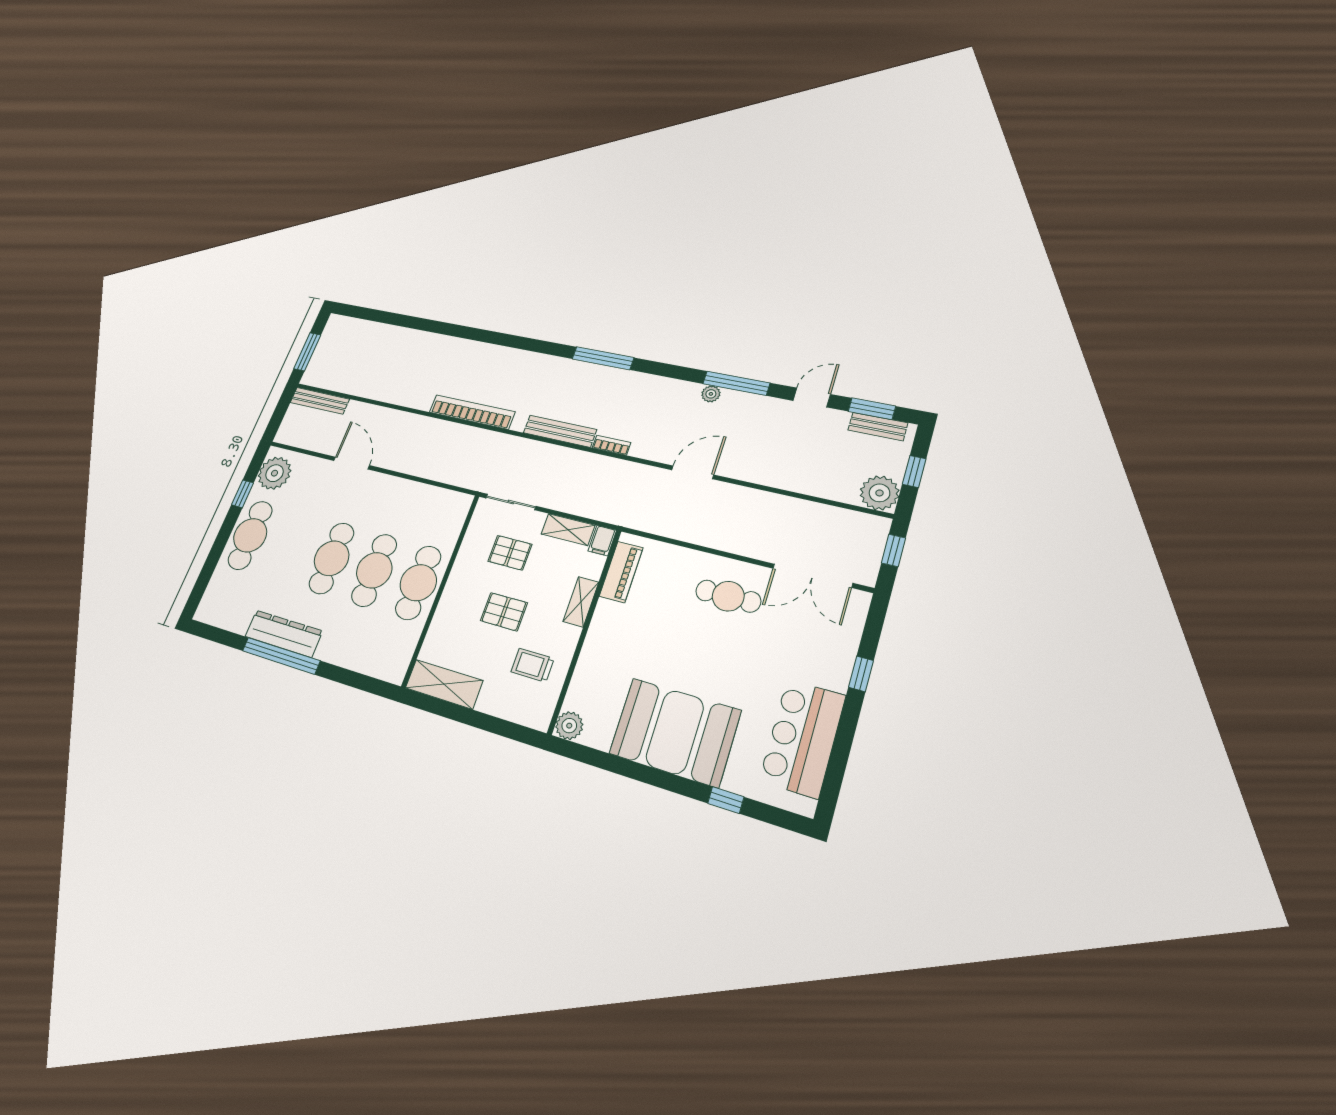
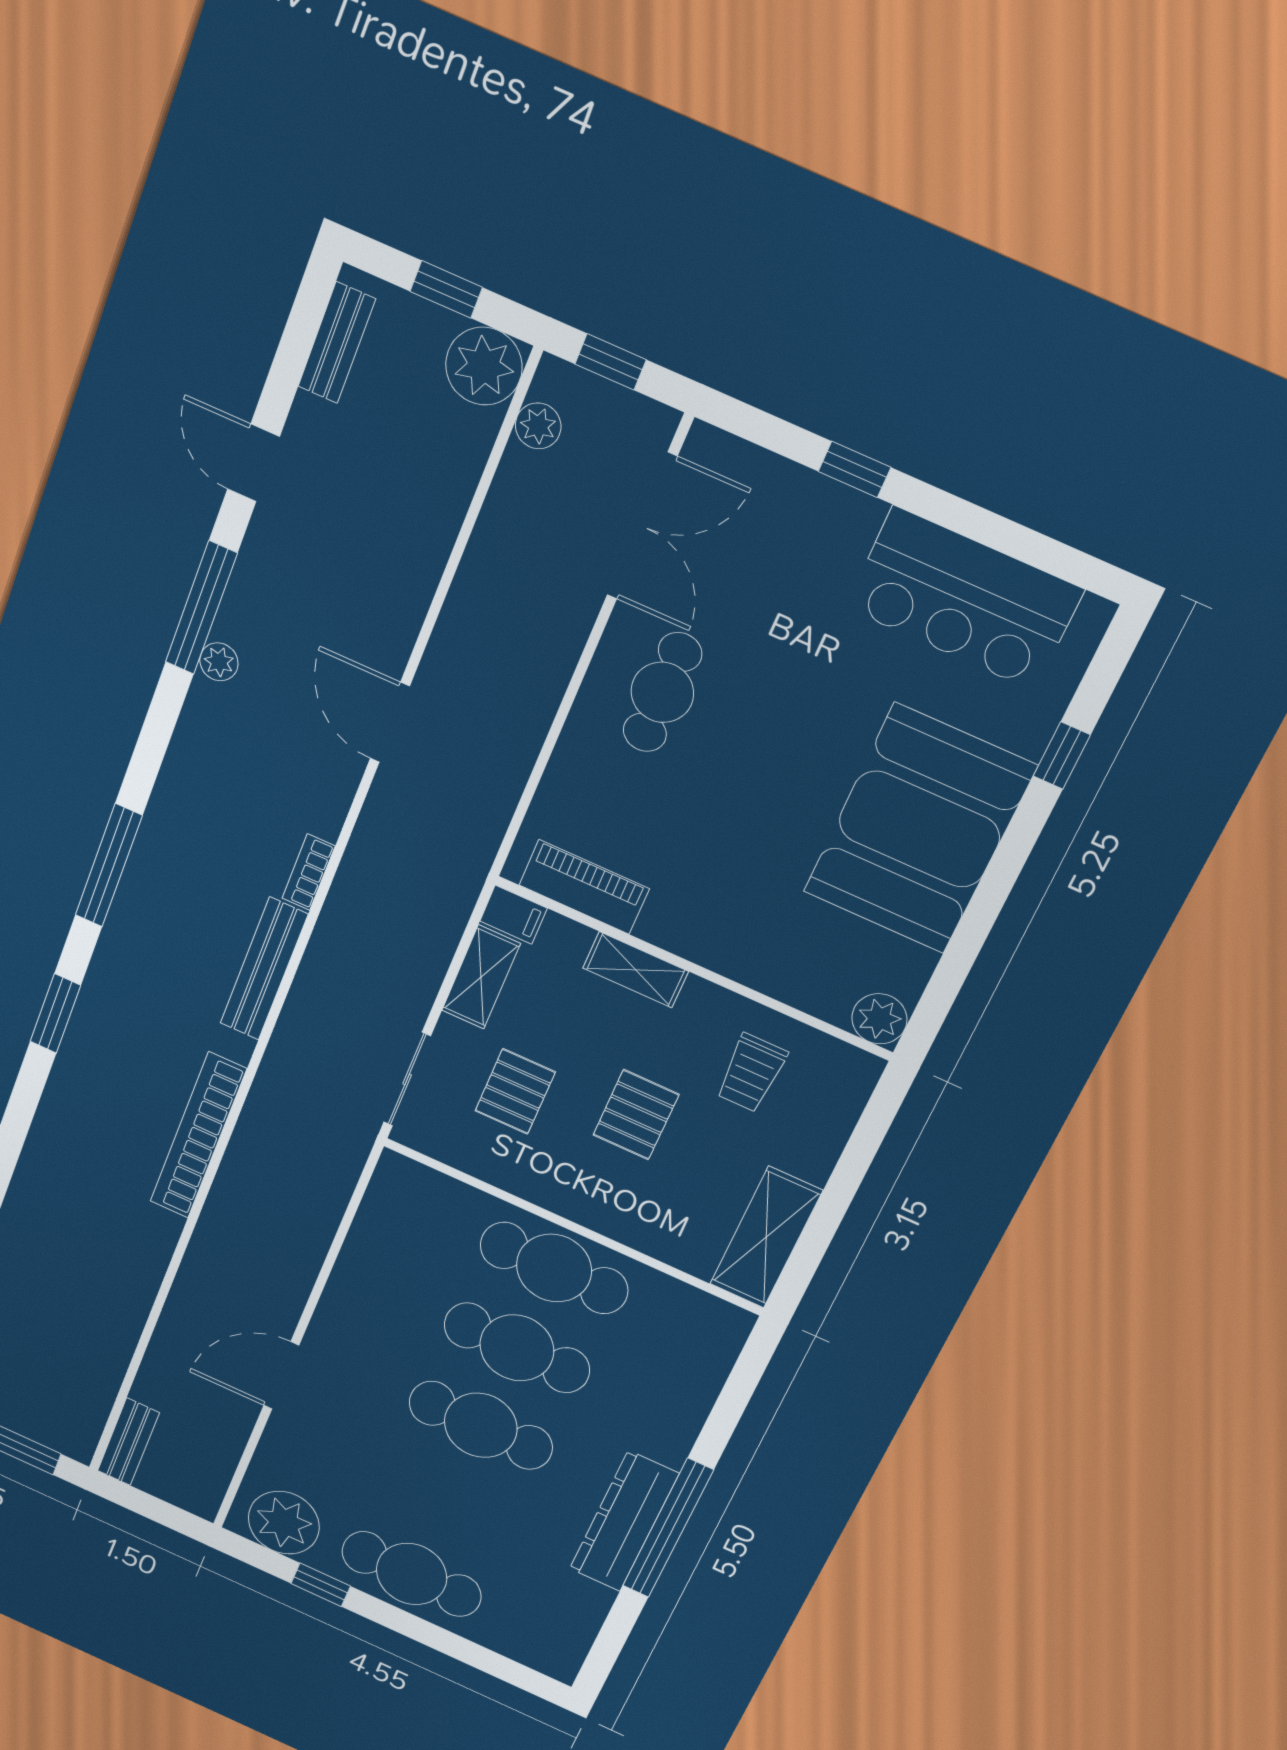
bench: (320, 401) -> (128, 1442), width x0.73
window: (872, 409) -> (55, 1013), moved
plant: (854, 521) -> (538, 426), added

